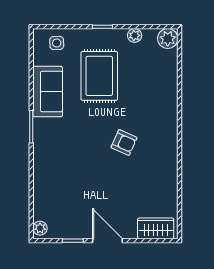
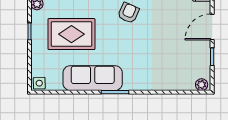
side table: (57, 43) -> (39, 83), moved
sofa: (48, 92) -> (93, 78), width x1.36

